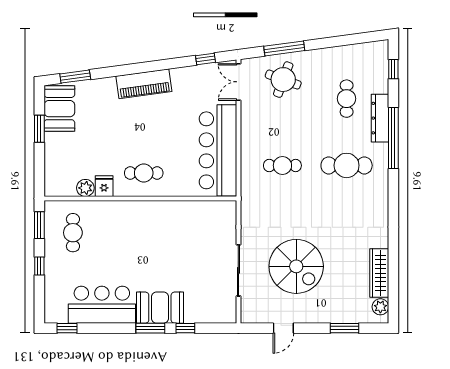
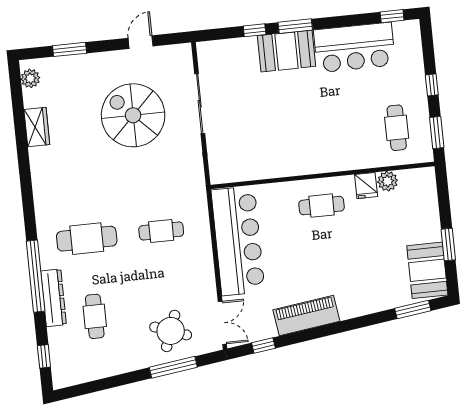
piano: (144, 84) -> (306, 316), moved
wardrobe: (379, 273) -> (37, 127), width x0.67

